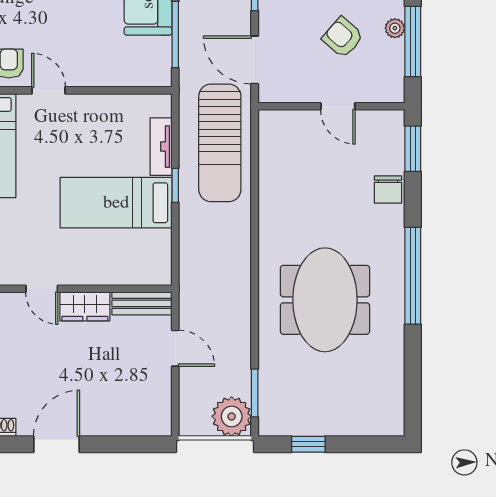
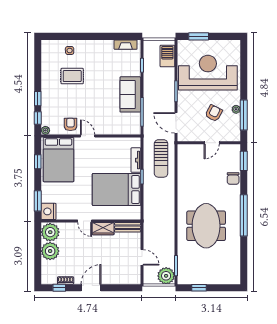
armchair: (343, 37) -> (214, 113), turned 76
door: (338, 106) -> (212, 143), hinge flipped
sun lounger: (220, 143) -> (161, 158), width x0.73, depth x0.75
bed: (116, 203) -> (117, 190), width x1.50
door: (175, 348) -> (142, 257), moved

